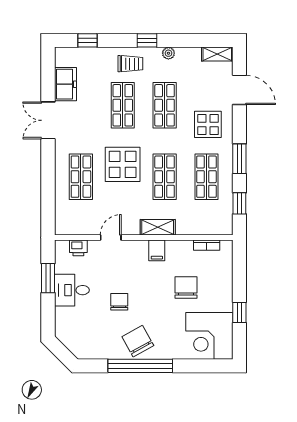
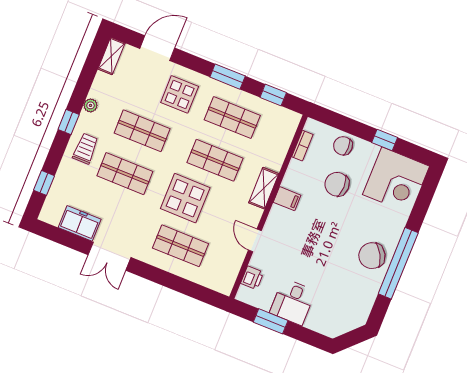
chair: (119, 302) -> (343, 146), moved

